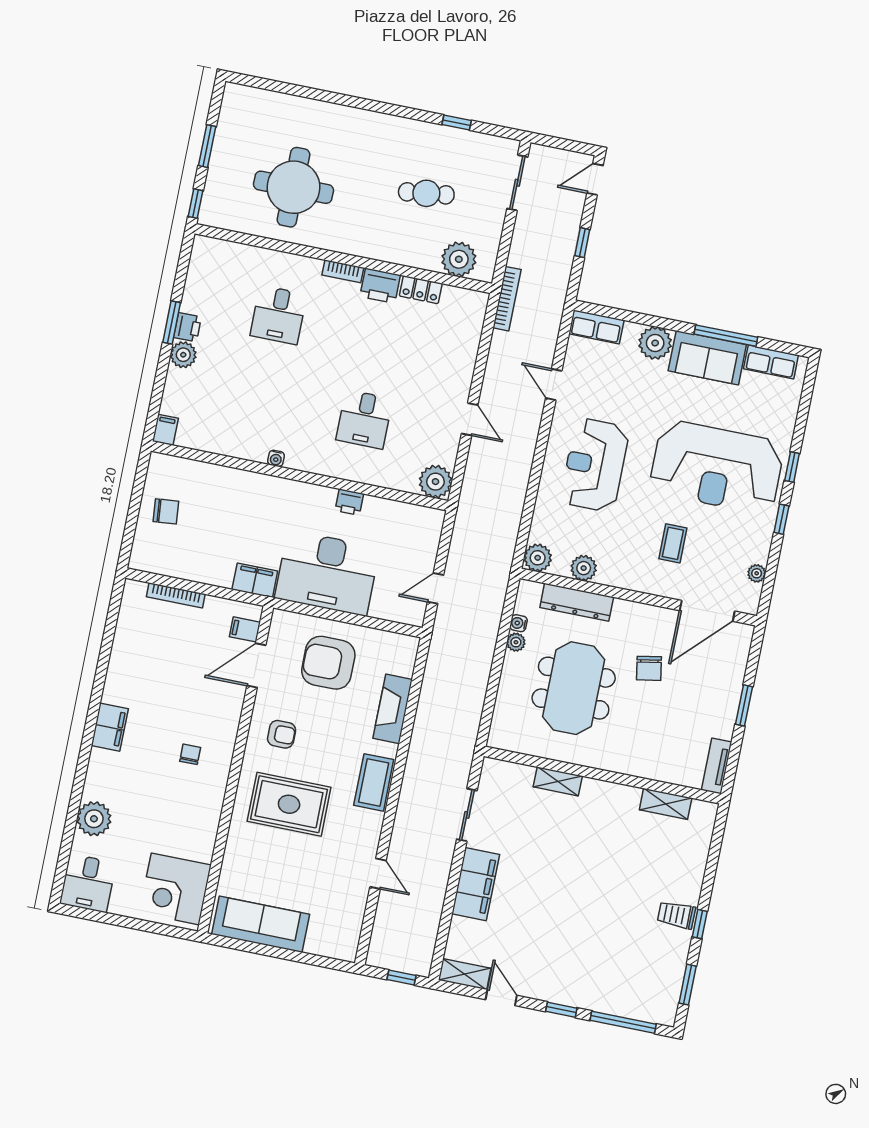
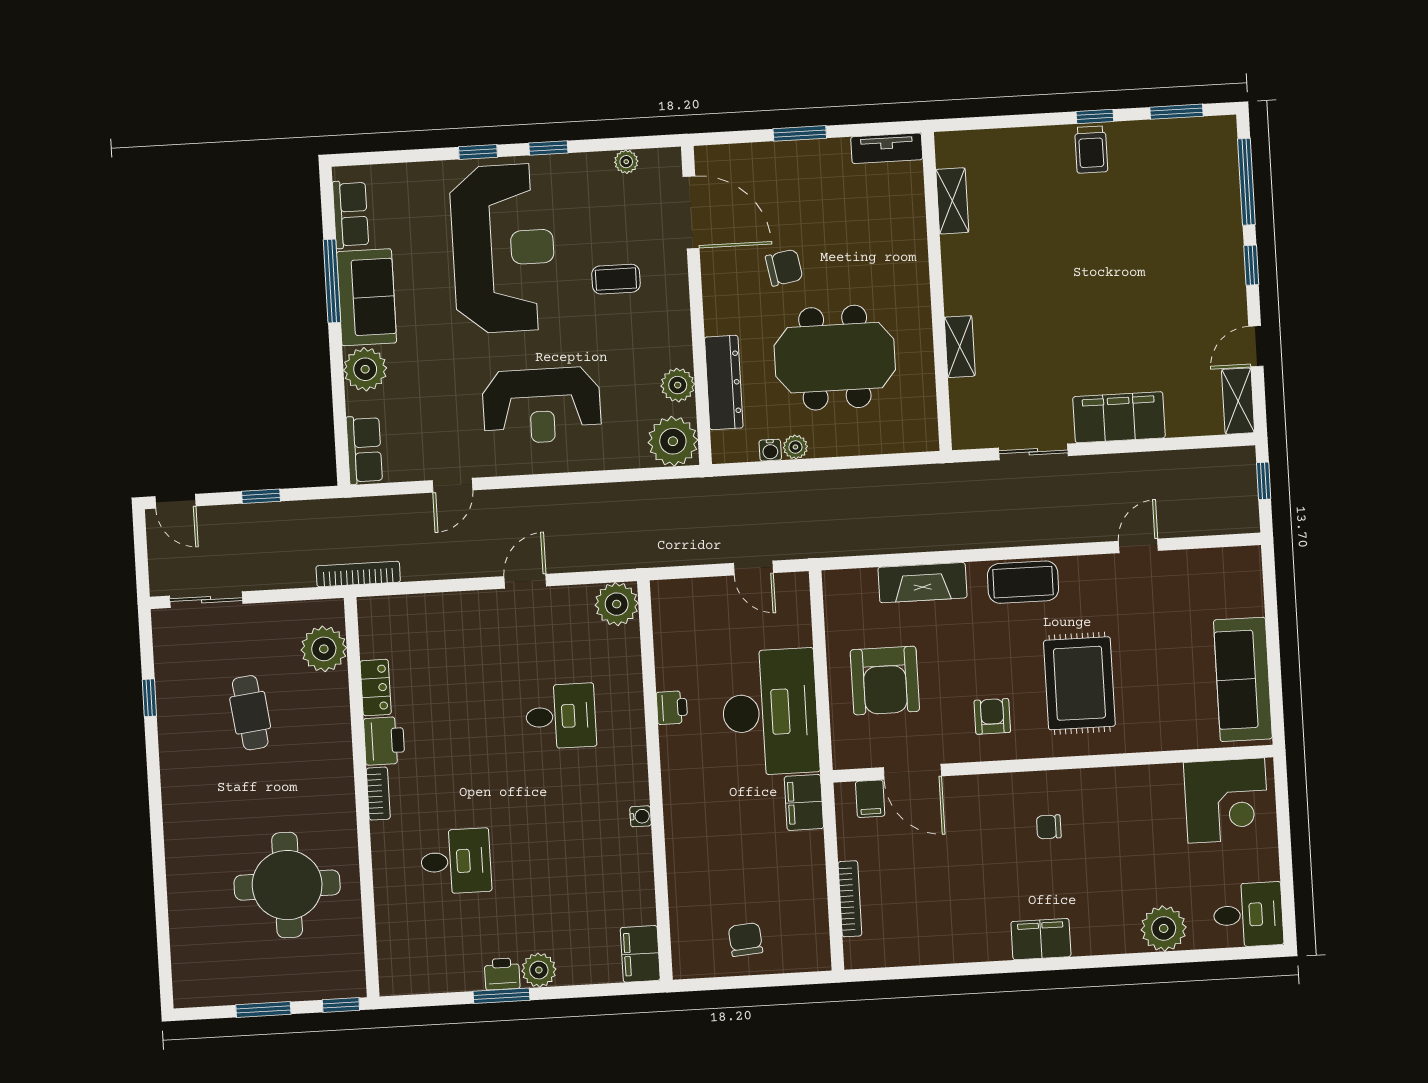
filing cabinet: (165, 430) -> (640, 954), width x2.00
plant: (538, 558) -> (673, 441), width x1.36, depth x1.36

